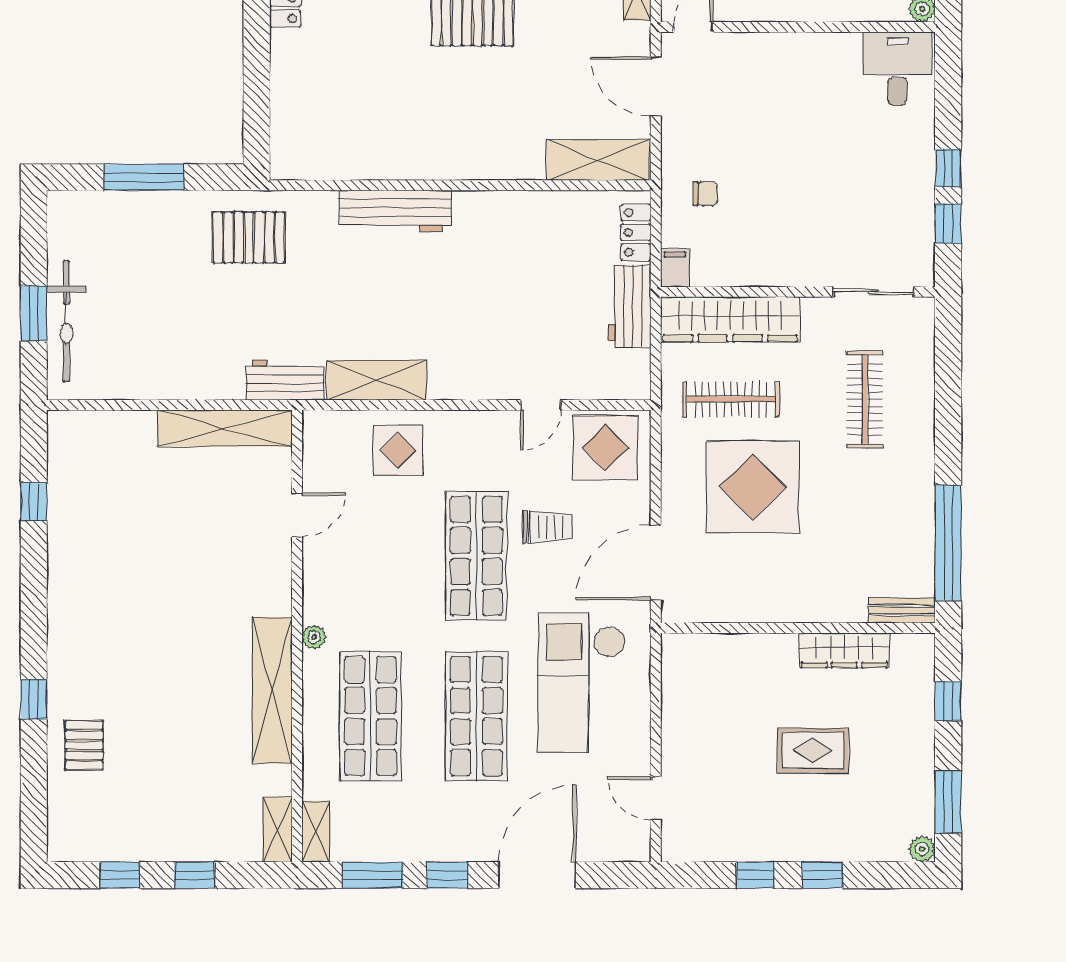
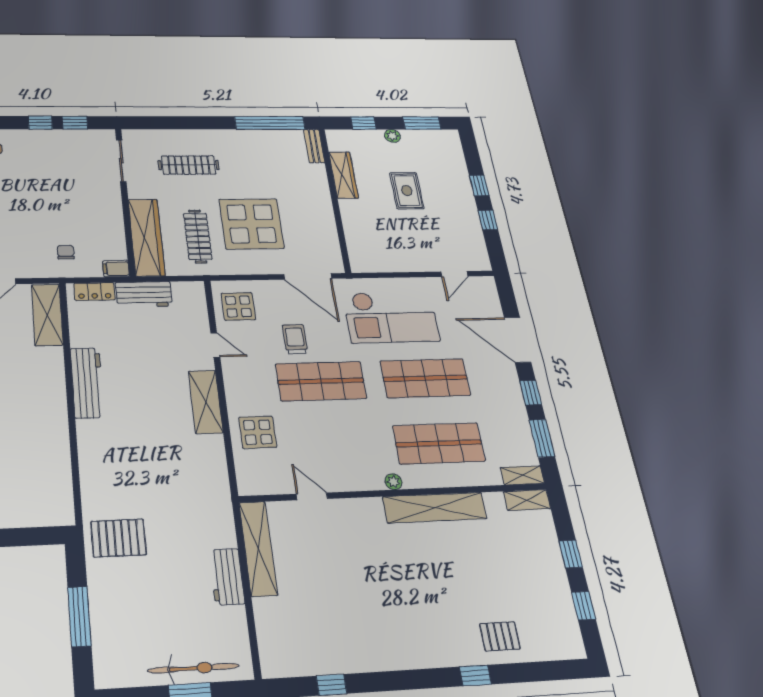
workbench: (395, 211) -> (87, 383), moved
pallet: (249, 237) -> (119, 538), turned 90
workbench: (285, 380) -> (227, 577), moved
shelving: (376, 380) -> (206, 402), moved
display table: (605, 448) -> (238, 306), width x0.73, depth x0.73
plant: (922, 849) -> (392, 136), moved

